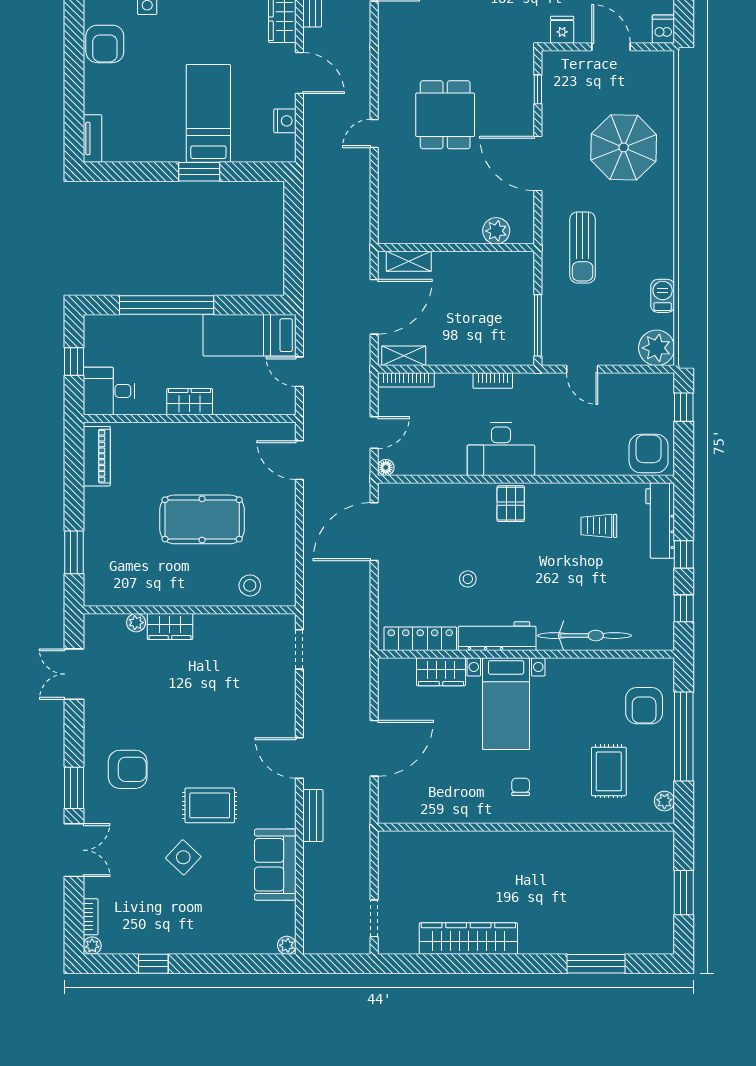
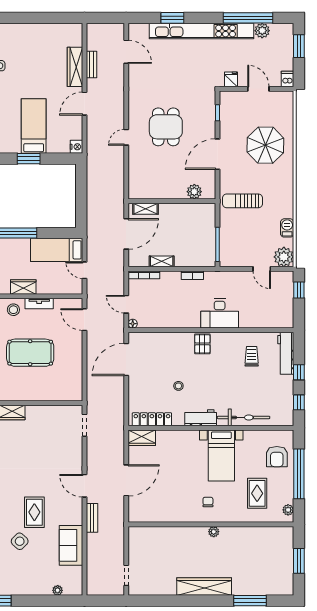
door: (299, 73) -> (84, 104), swing flipped
nightstand: (285, 121) -> (76, 147), moved
door: (538, 163) -> (217, 154), hinge flipped
sun lounger: (583, 247) -> (242, 201), turned 90
shelving: (404, 356) -> (162, 261), moved
door: (582, 369) -> (262, 269), moved
tv unit: (218, 431) -> (39, 304), added
door: (374, 433) -> (126, 304), swing flipped
desk: (501, 449) -> (220, 313), moved
armchair: (649, 453) -> (279, 316), removed
trolley: (599, 526) -> (252, 356), turned 90
stool: (250, 585) -> (13, 310), moved
workbench: (497, 636) -> (201, 418), width x0.73
wardrobe: (441, 672) -> (142, 438), moved
bed with nightstands: (506, 704) -> (221, 456), moved
rug: (210, 805) -> (34, 512), turned 90
plant: (531, 840) -> (214, 532), added
wardrobe: (468, 939) -> (204, 587), moved
plant: (287, 945) -> (58, 590), moved

